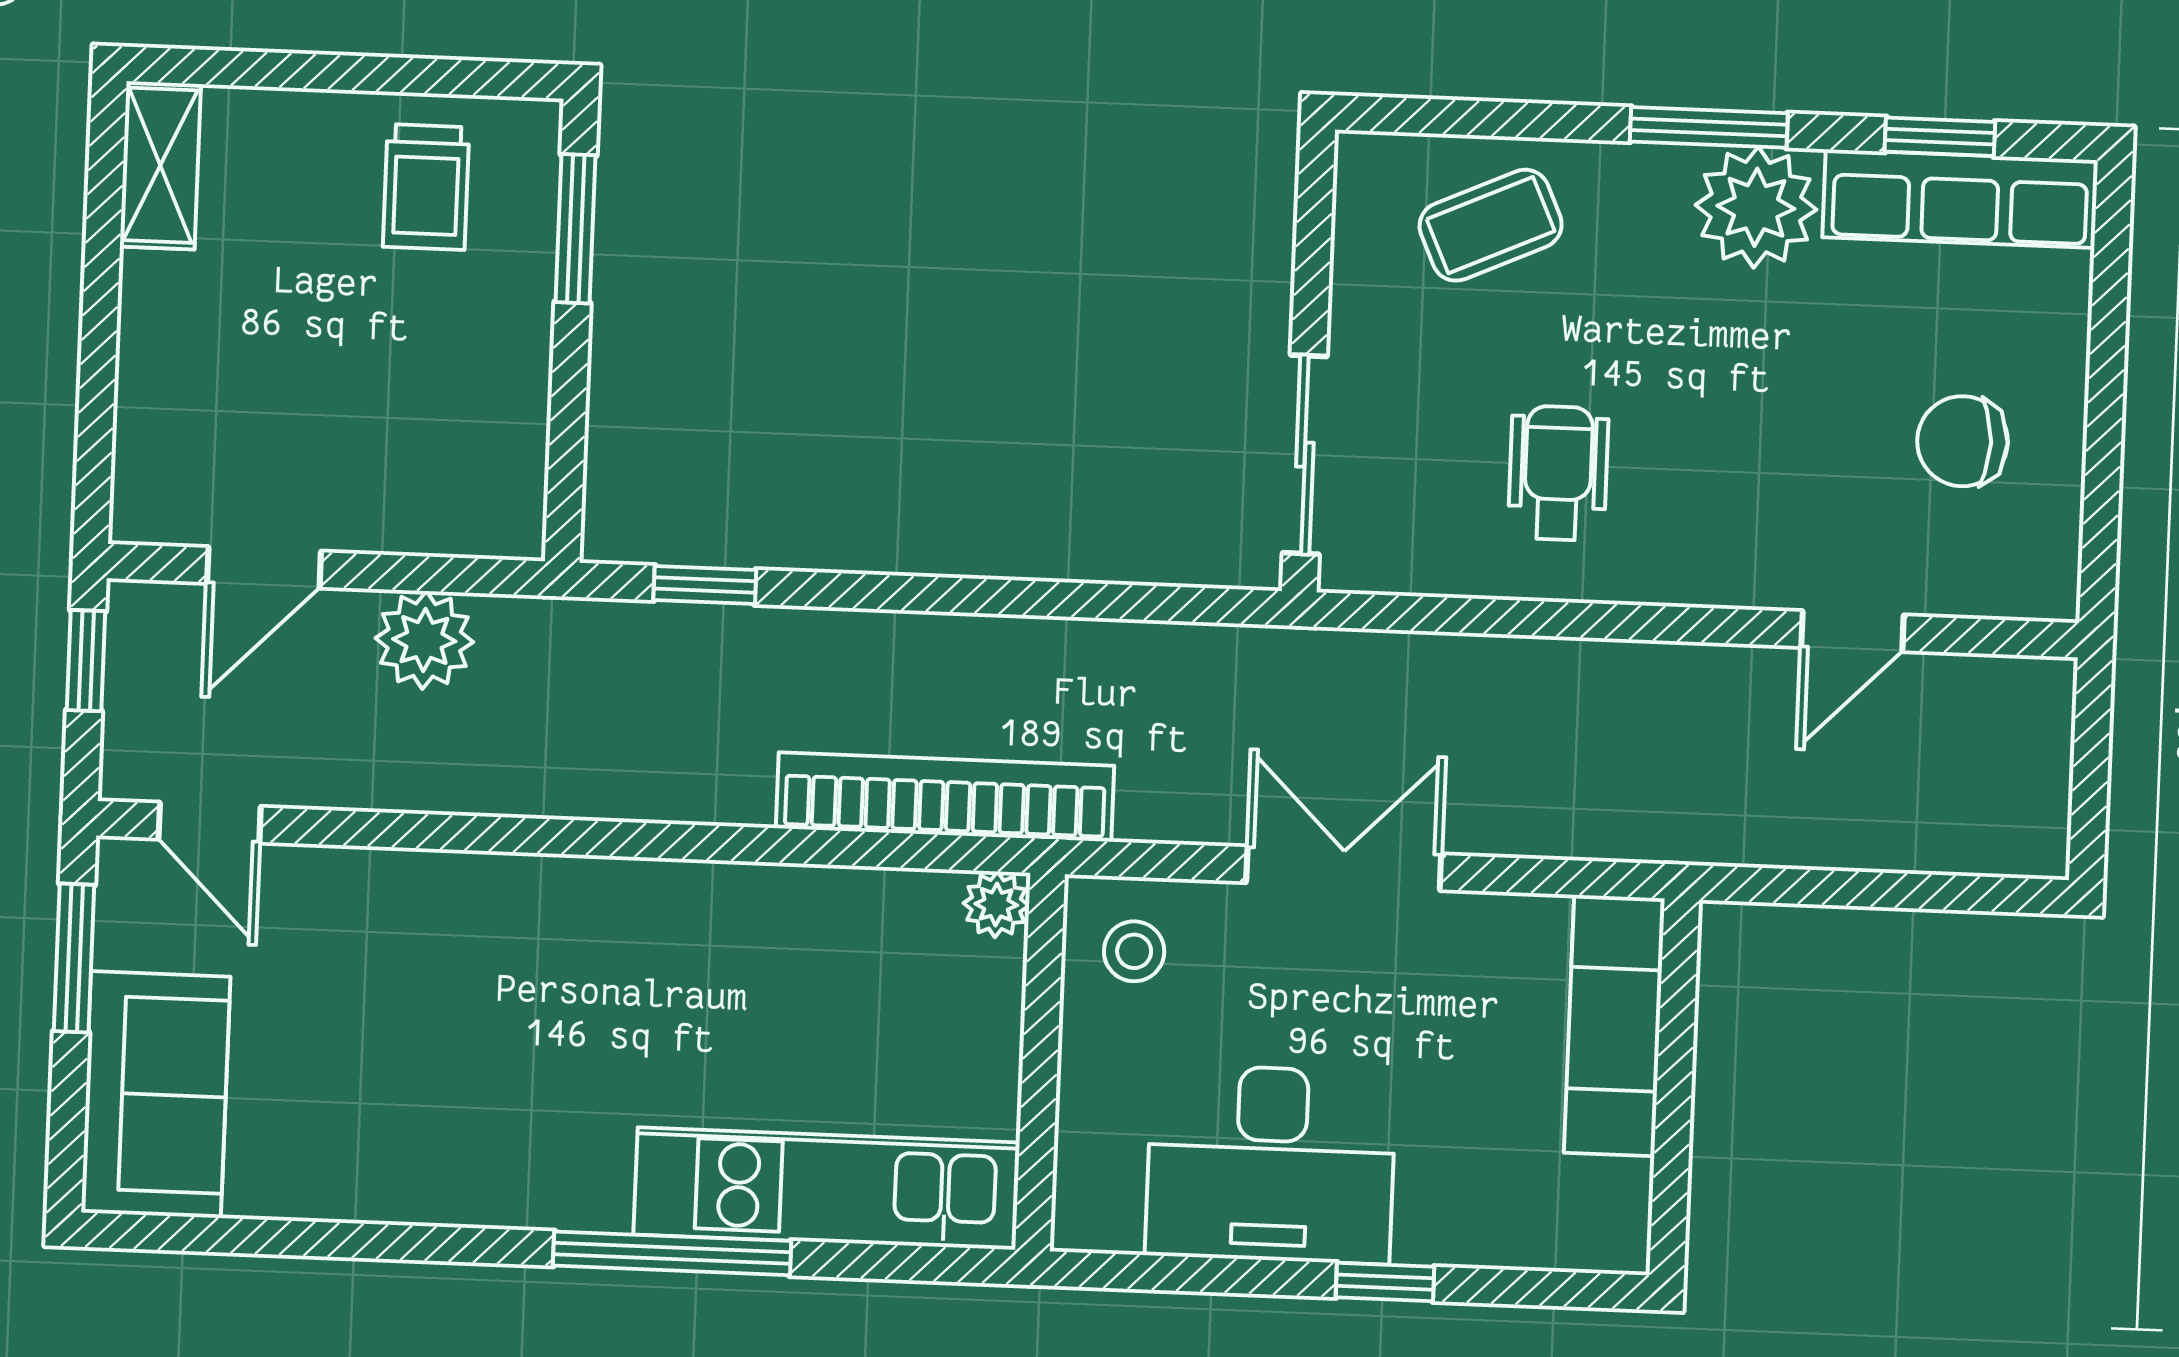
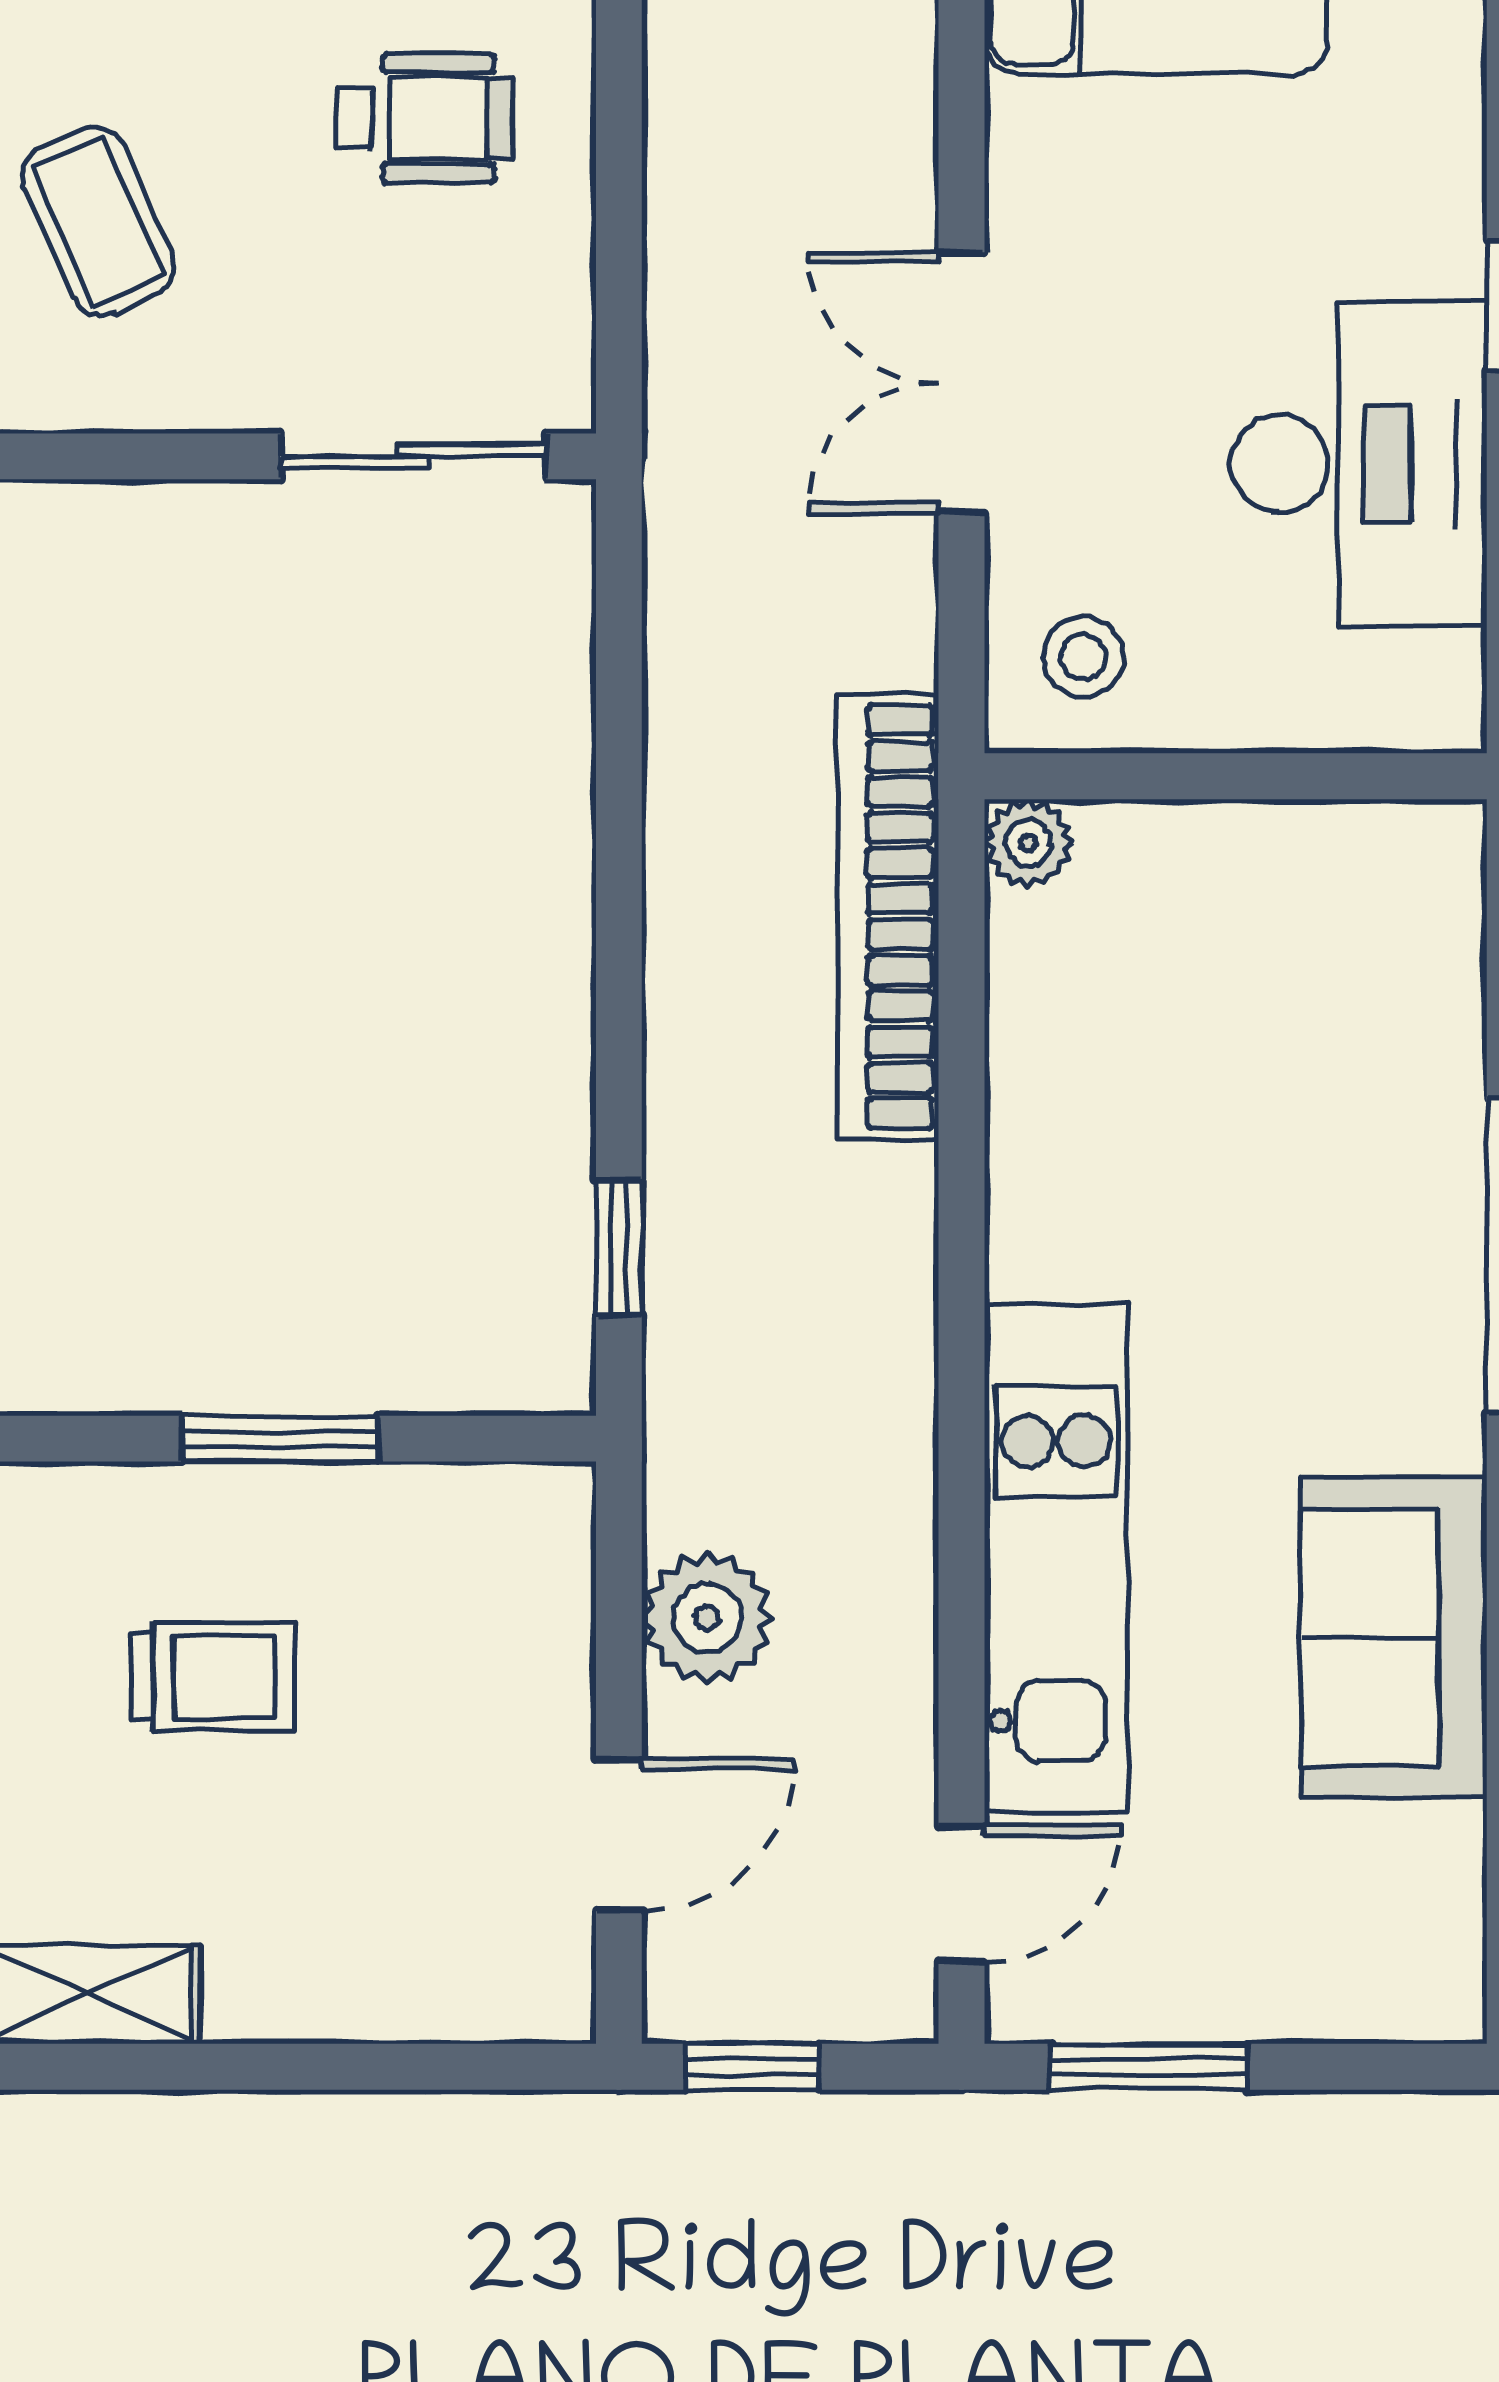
trolley: (426, 187) -> (213, 1677), moved
window: (576, 229) -> (280, 1439), moved
wheelchair: (1558, 473) -> (424, 118), turned 180
door: (264, 567) -> (619, 1835), hinge flipped
sofa: (156, 1095) -> (1394, 1638), moved, turned -90
kitchen unit: (827, 1188) -> (1056, 1558), moved, turned 180

